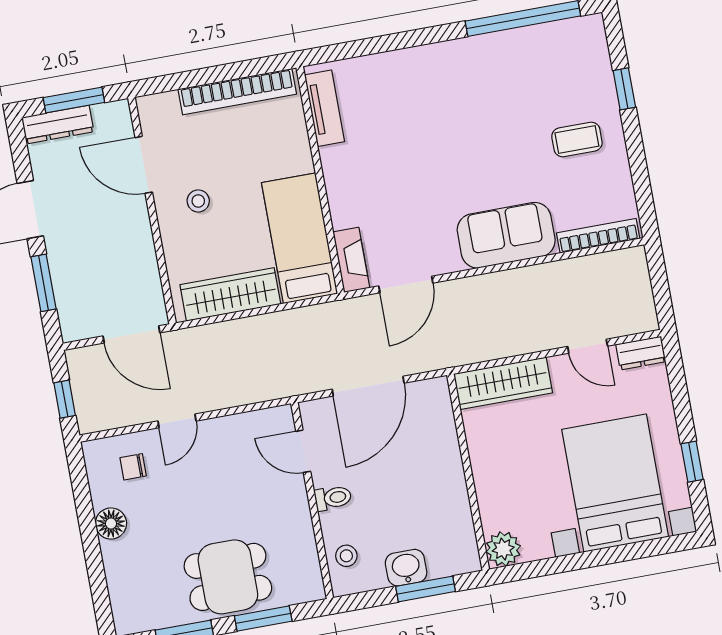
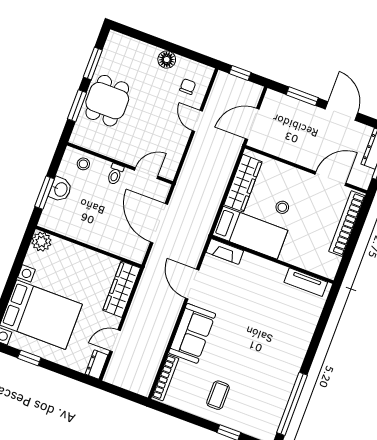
bookcase: (237, 92) -> (347, 224), moved
stool: (198, 201) -> (282, 207), moved
door: (406, 285) -> (192, 284), moved

